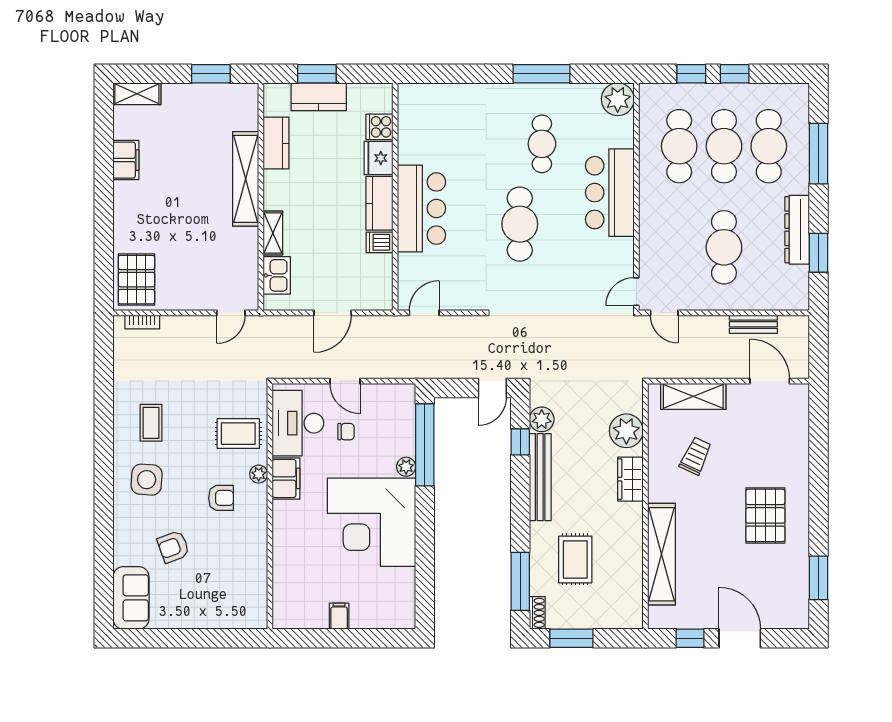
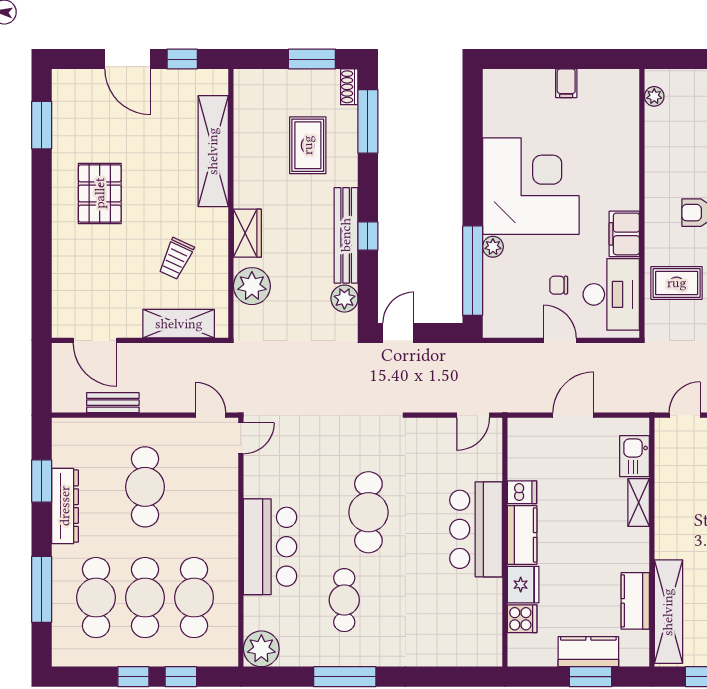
shelving: (246, 179) -> (668, 612), moved
window: (520, 442) -> (368, 236), moved
plant: (259, 474) -> (654, 96), moved

